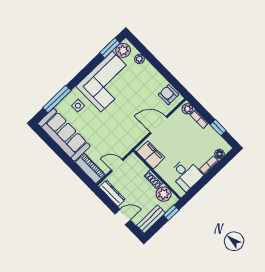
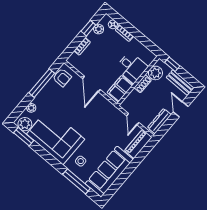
window: (165, 73) -> (42, 83), added
armchair: (168, 95) -> (62, 78), turned -90
plant: (187, 109) -> (99, 29), moved
desk: (186, 175) -> (132, 67), moved, turned 90

